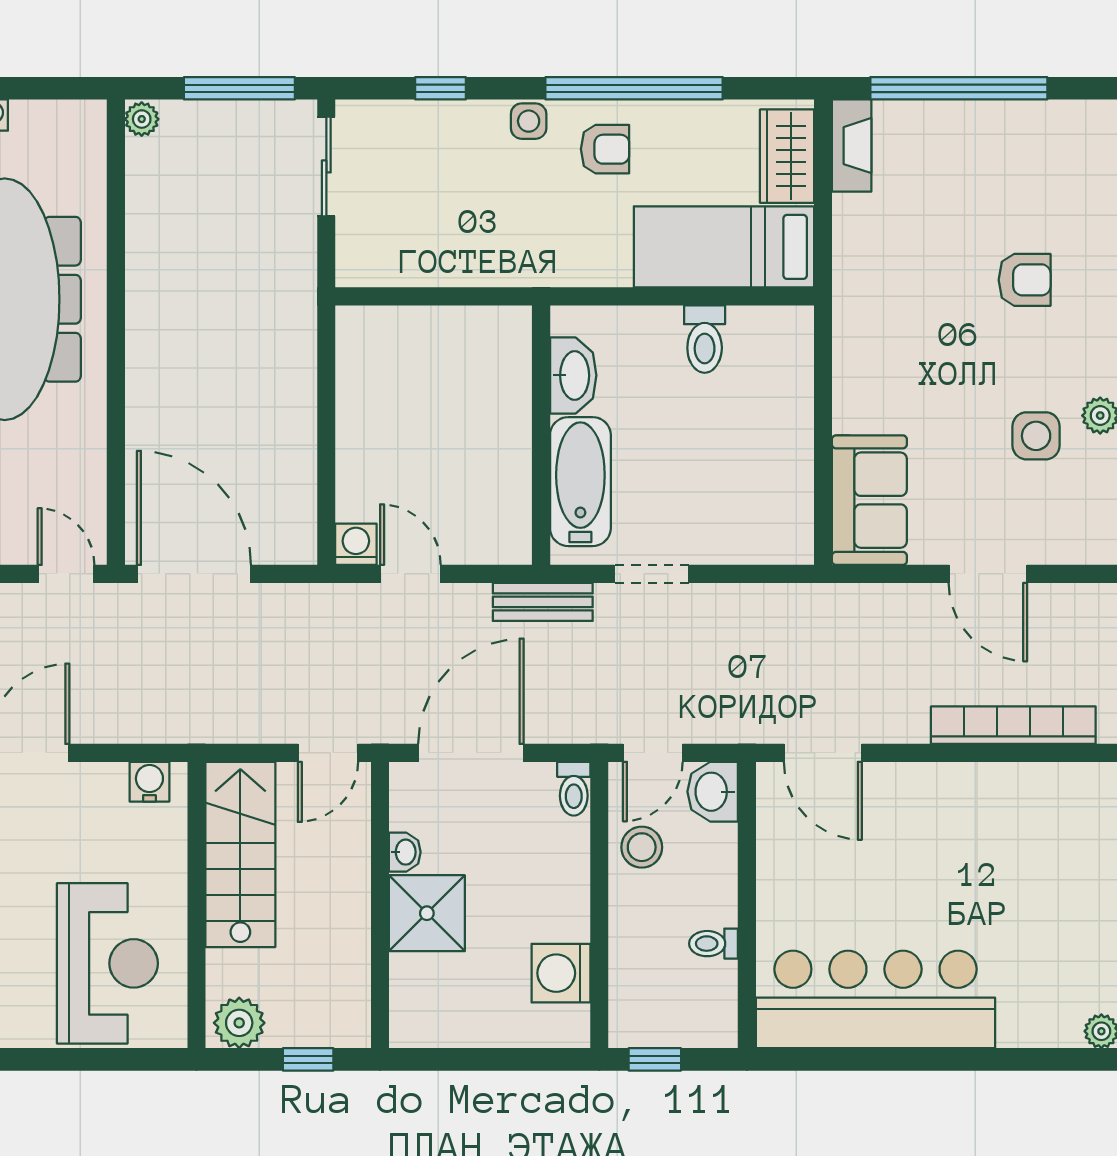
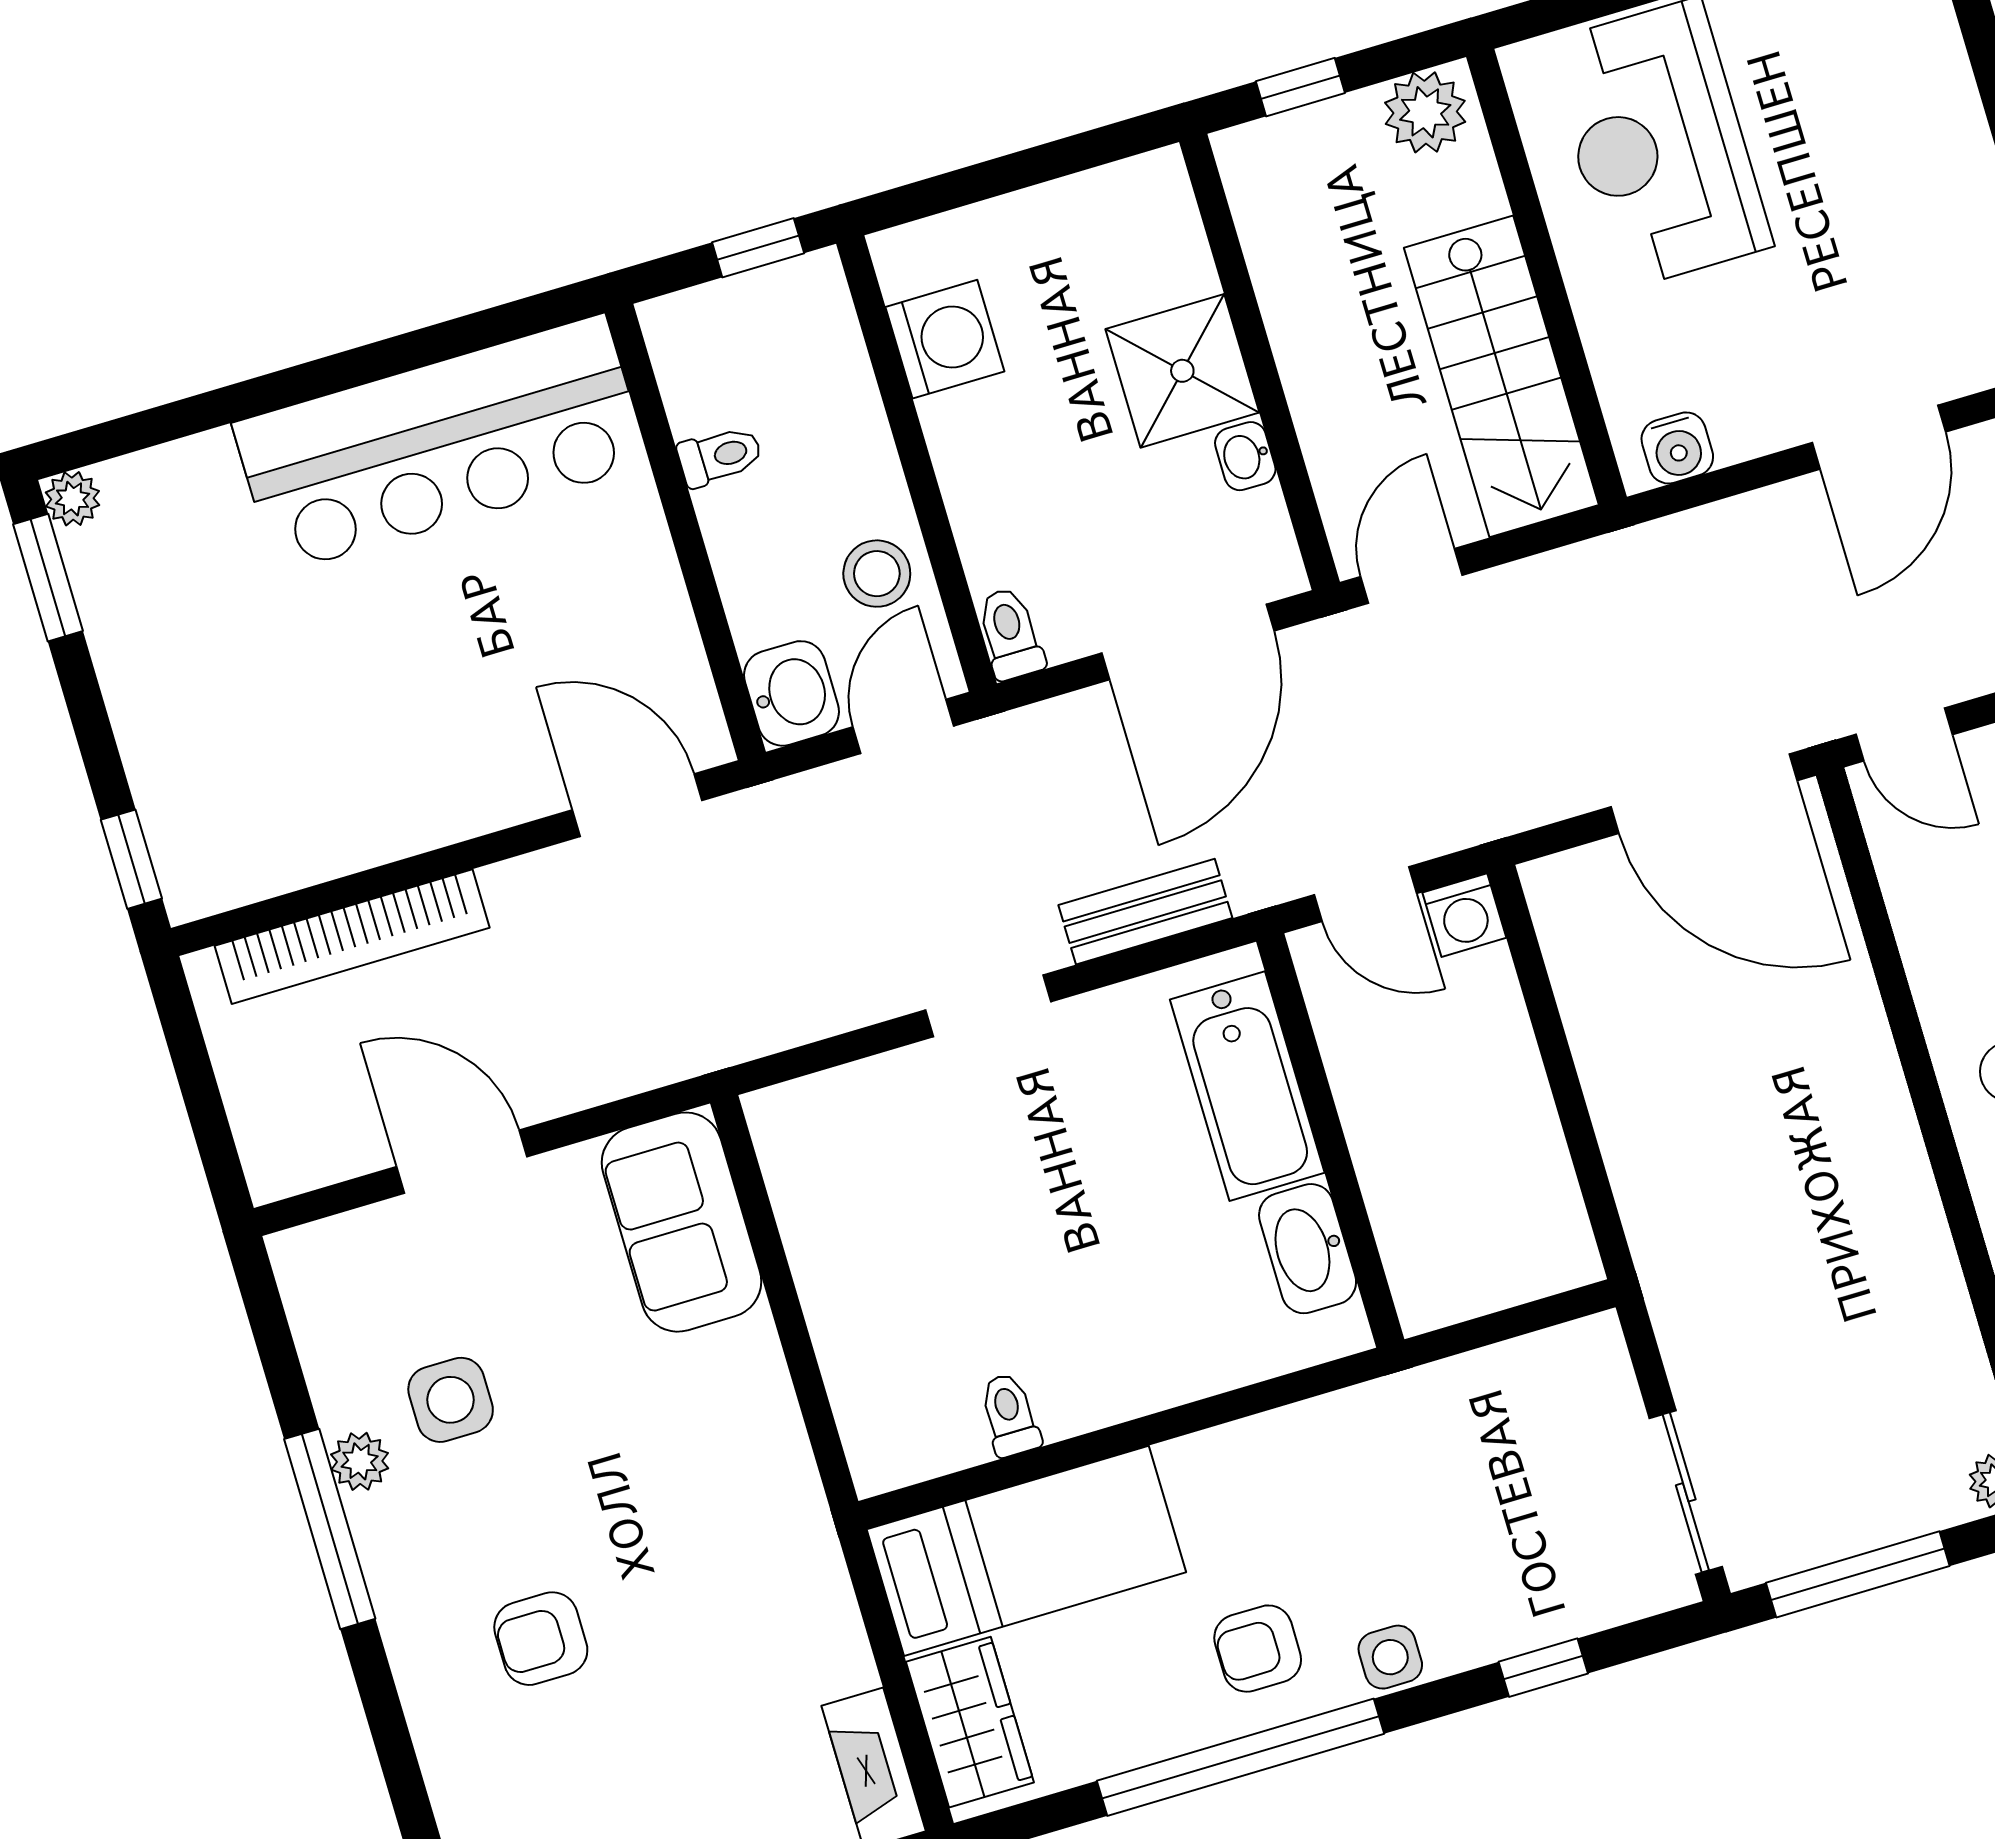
toilet: (705, 339) -> (1010, 1415), width x0.73, depth x0.72
washbasin: (573, 375) -> (1308, 1249), moved
wall: (541, 435) -> (1330, 1141), moved
bathtub: (580, 482) -> (1247, 1086), moved

